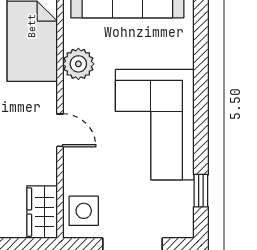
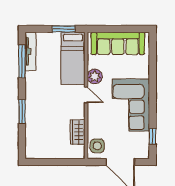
door: (60, 130) -> (86, 95), moved
wardrobe: (42, 212) -> (78, 132), moved

